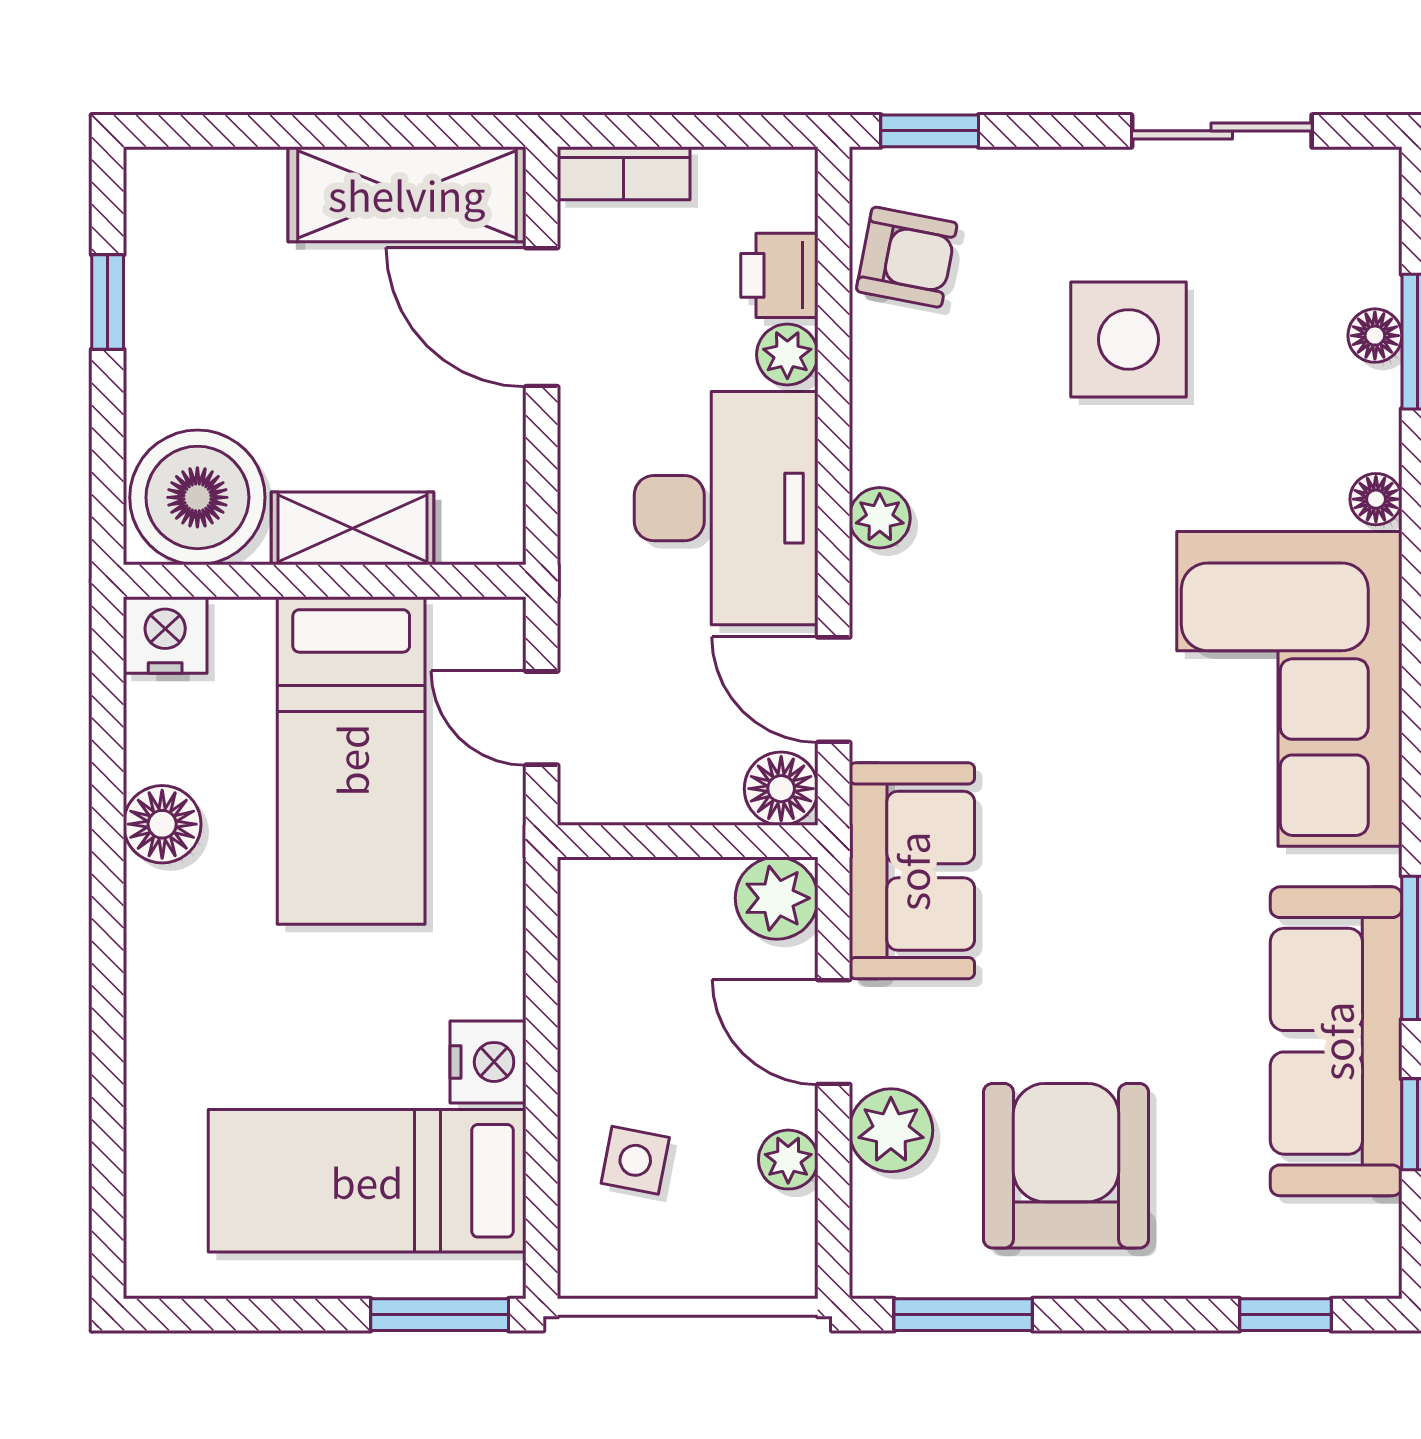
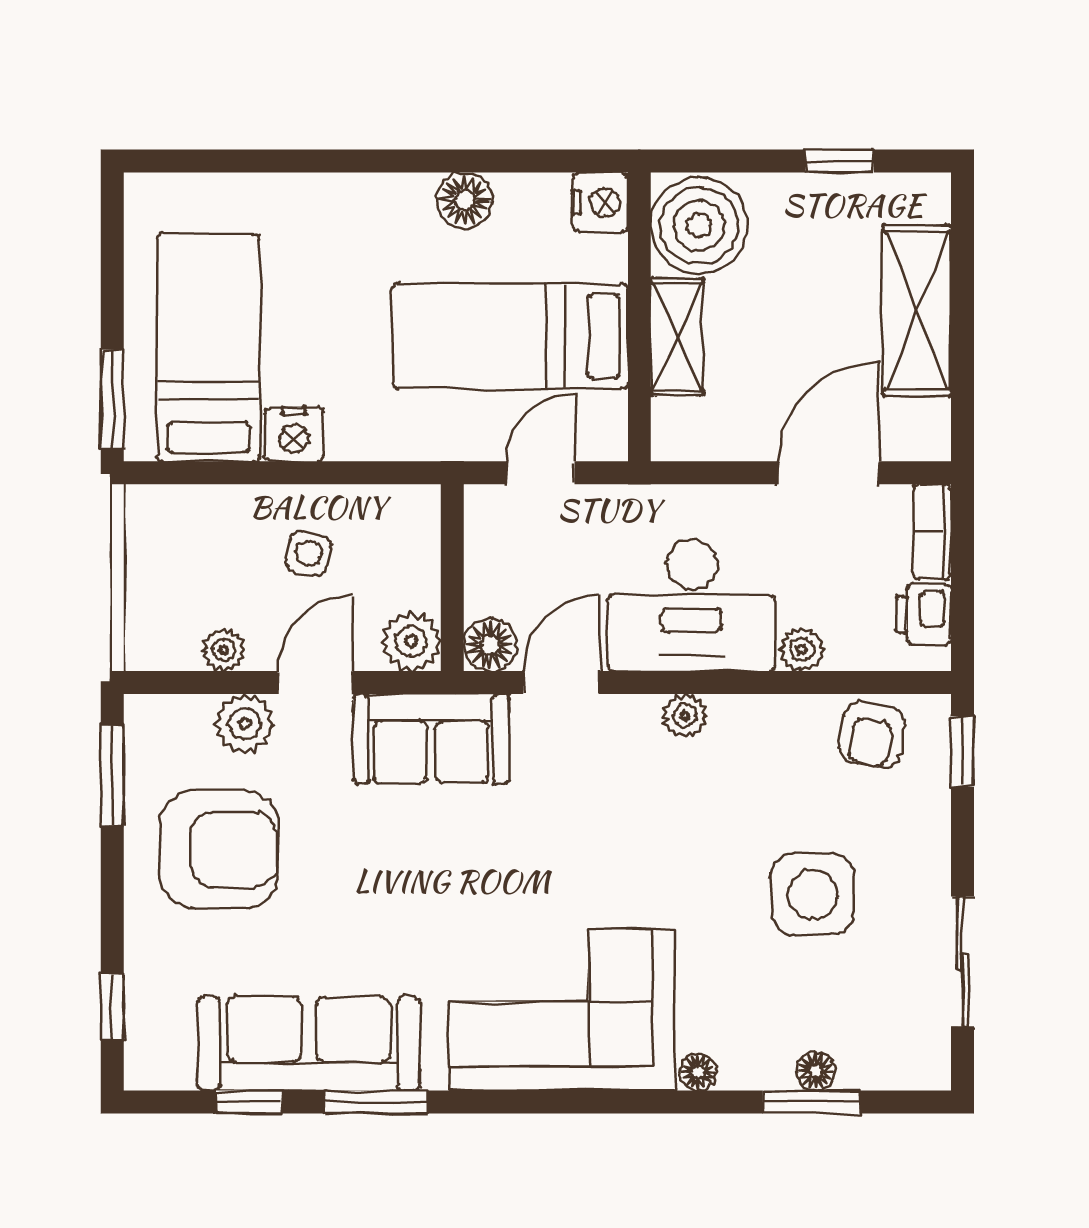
shelving: (407, 194) -> (917, 311), moved
printer: (779, 275) -> (923, 614), moved, turned -90
side table: (635, 1160) -> (308, 553), moved

